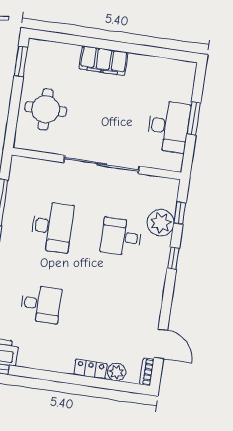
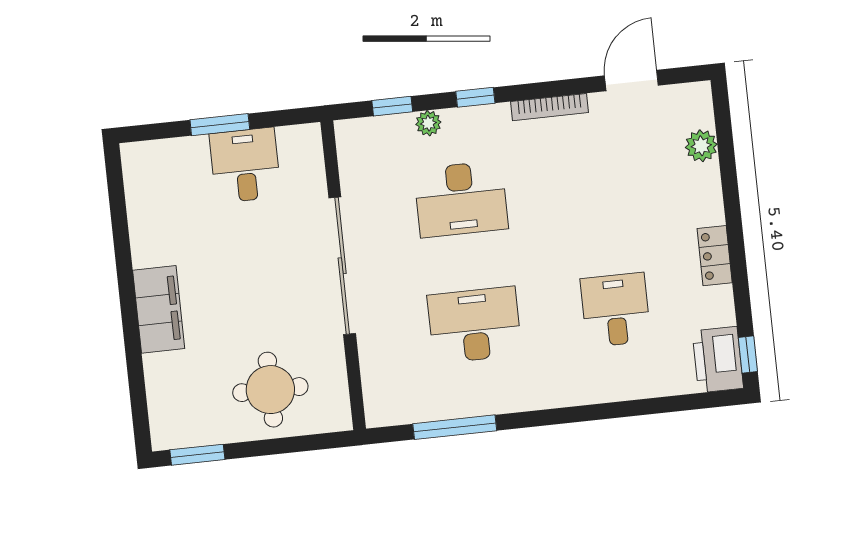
desk: (169, 126) -> (245, 165), width x0.73
plant: (161, 223) -> (428, 123), width x0.53, depth x0.53
desk: (121, 237) -> (461, 199), width x1.37
locker: (90, 369) -> (715, 256), moved
bookcase: (147, 372) -> (550, 107), moved, width x1.56

